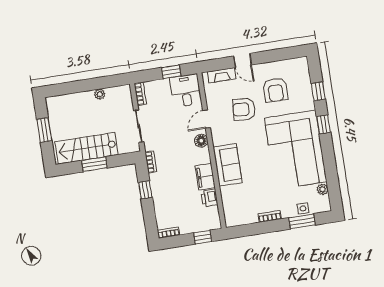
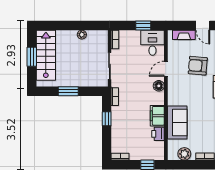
stairs: (87, 148) -> (46, 55), moved, turned 90
sofa: (228, 165) -> (177, 122), moved
plant: (245, 217) -> (184, 154), added

